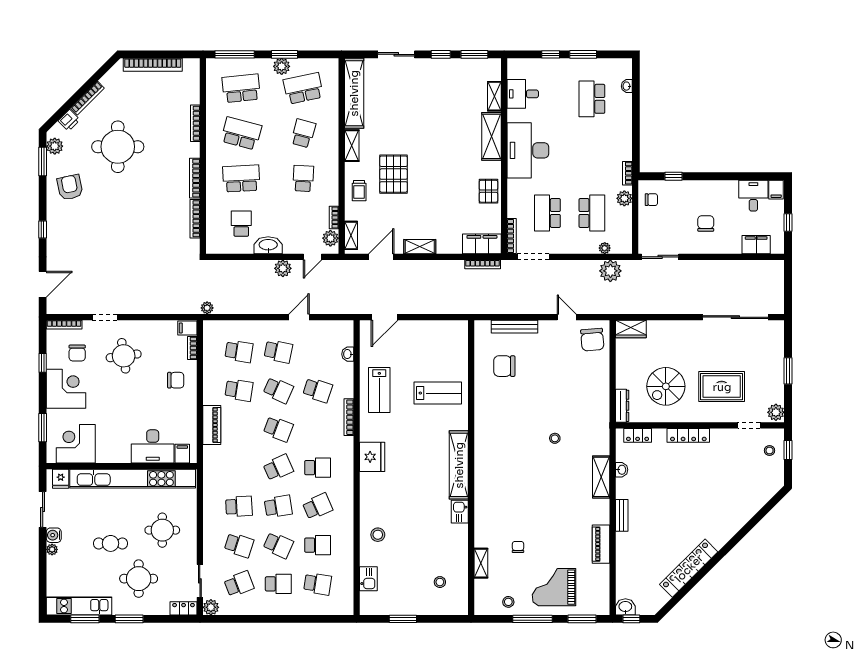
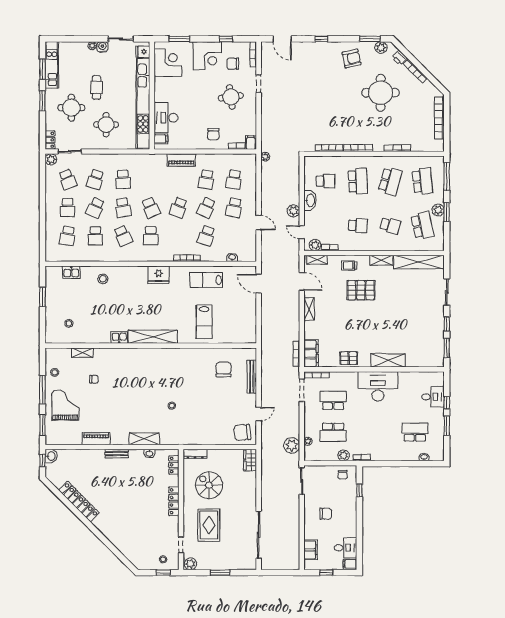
desk: (523, 94) -> (433, 397), moved, turned 90
shelving: (494, 96) -> (417, 362), removed

